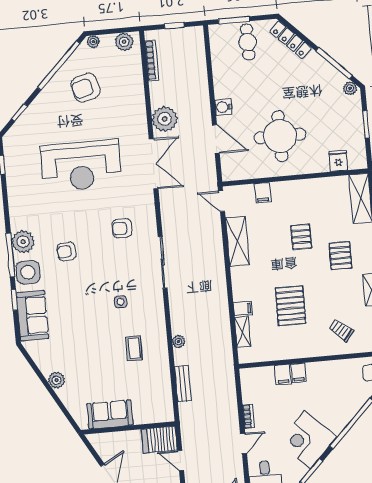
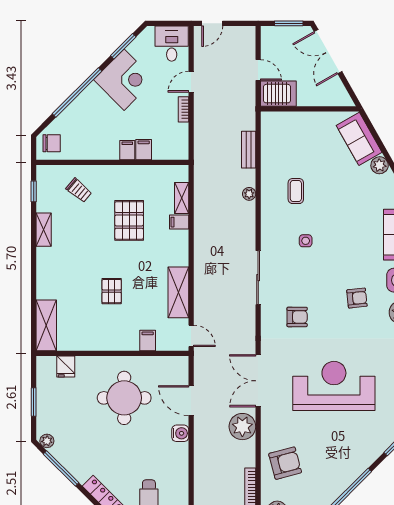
armchair: (85, 88) -> (285, 463), moved
pallet: (340, 256) -> (73, 268), removed
sofa: (110, 414) -> (359, 139), moved, turned 61

